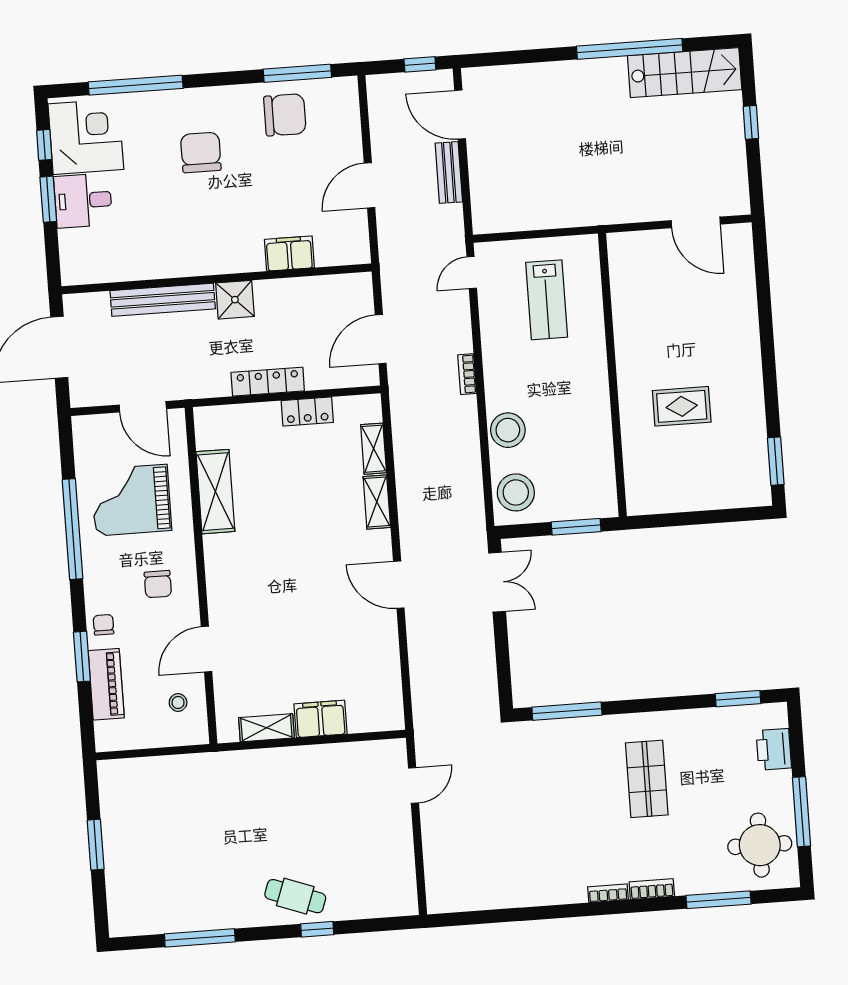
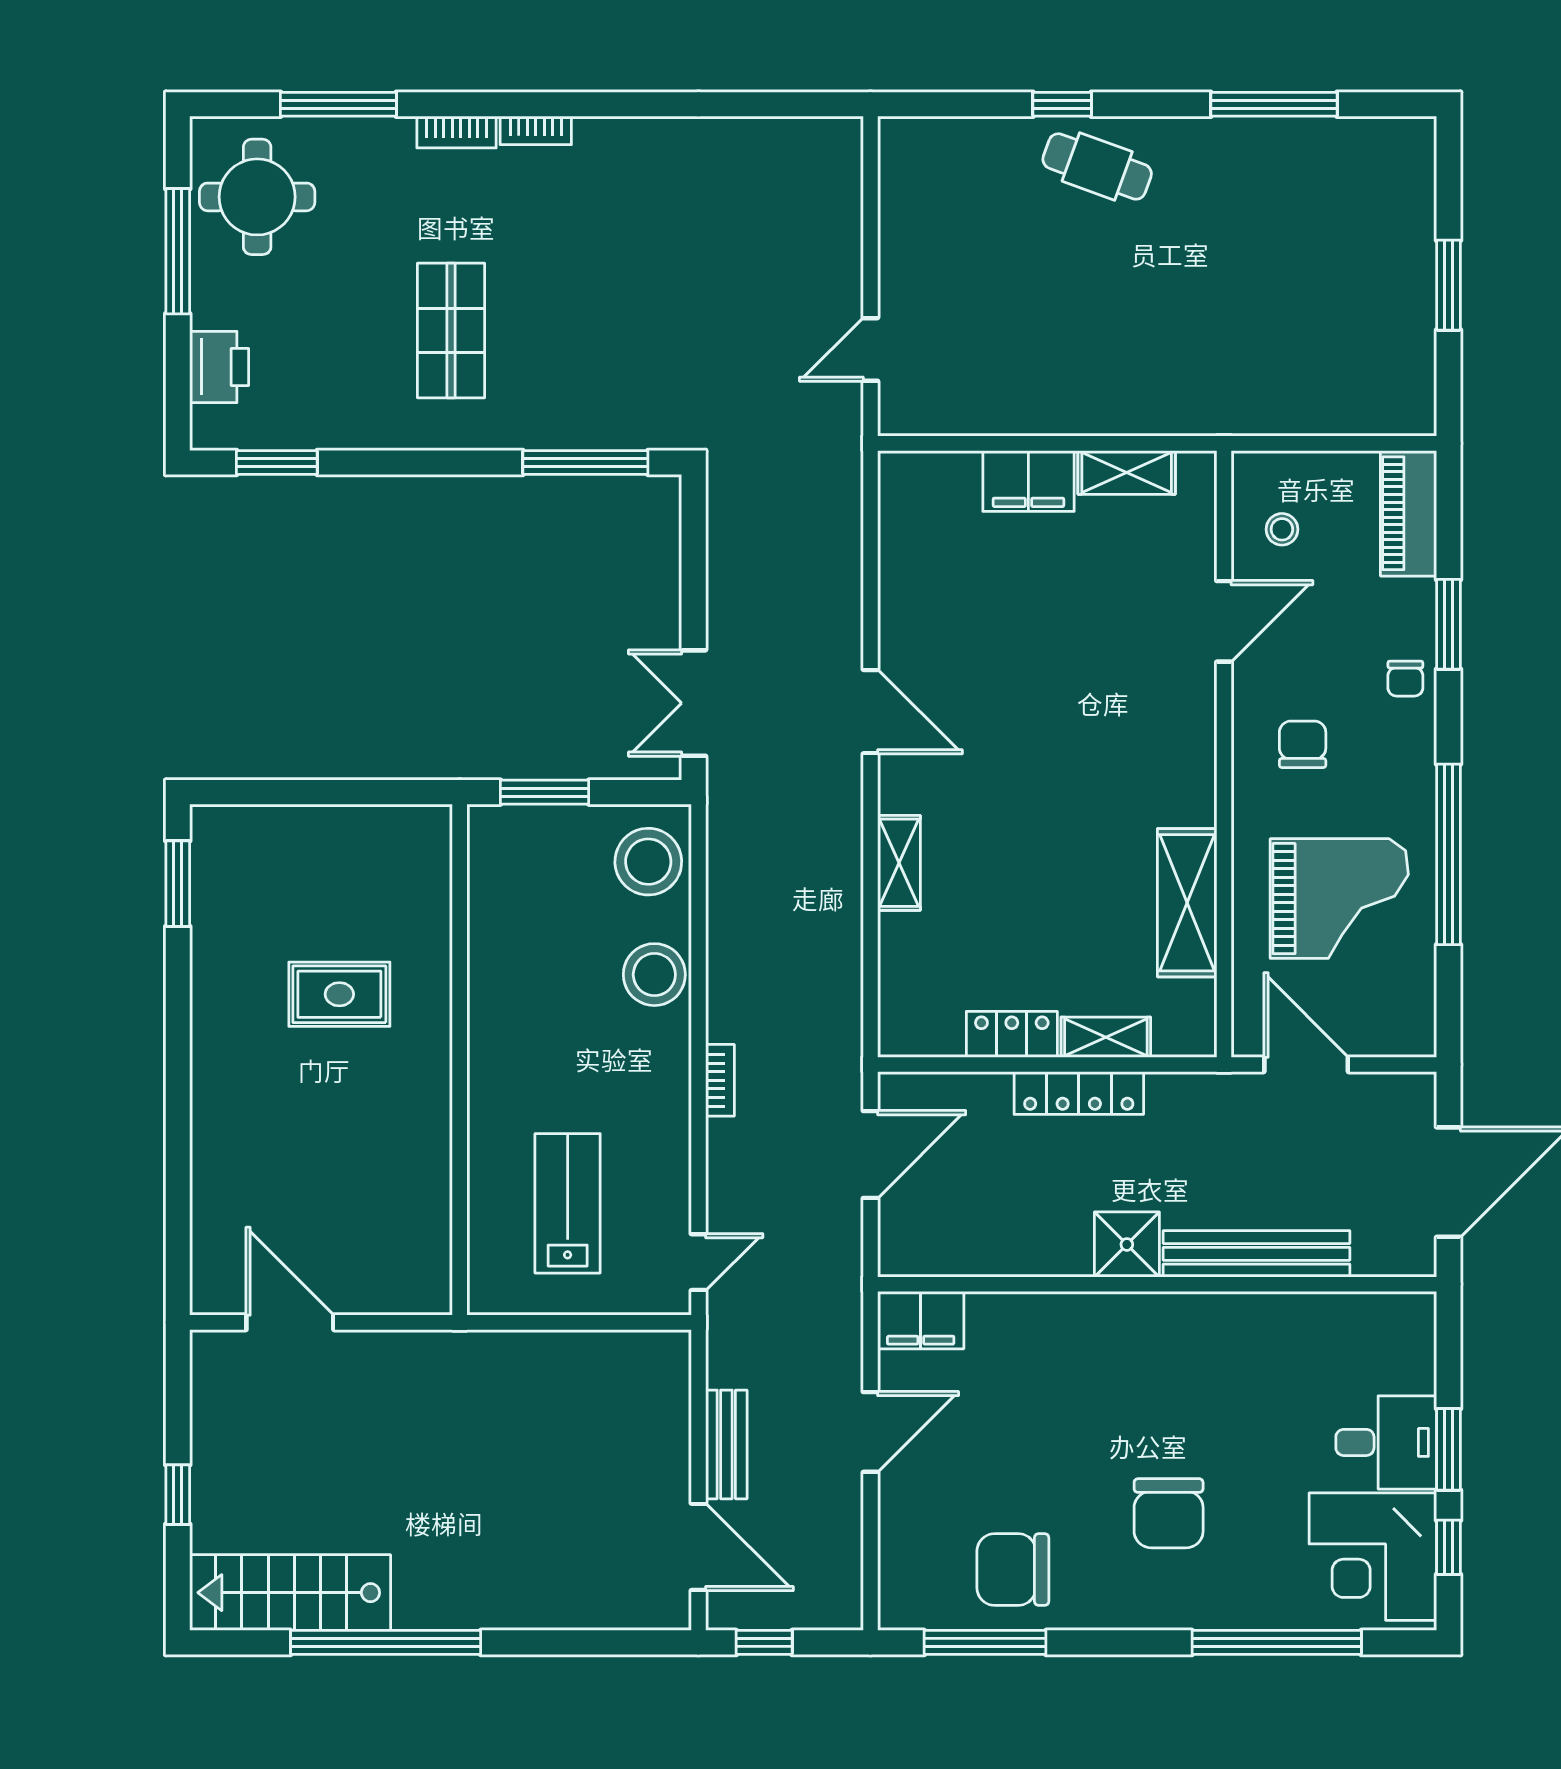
filing cabinet: (289, 254) -> (921, 1320), moved
shelving: (374, 449) -> (1106, 1037), moved, turned 90
piano: (106, 684) -> (1408, 513), moved

